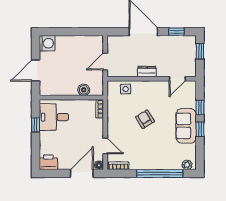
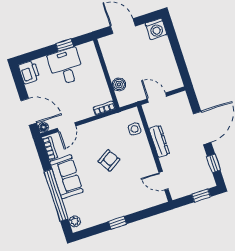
dresser: (147, 72) -> (159, 141), width x1.44
window: (200, 108) -> (141, 215), removed
desk: (54, 117) -> (66, 66), moved
sofa: (186, 126) -> (66, 177), moved, turned 90

